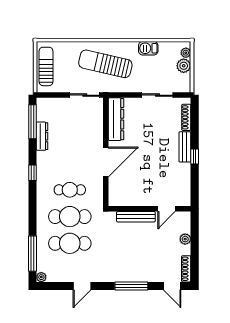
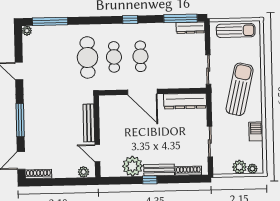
dresser: (42, 136) -> (190, 28), moved
plant: (180, 174) -> (133, 166), added
plant: (185, 239) -> (84, 172), moved
cafe table: (70, 243) -> (140, 56), moved, width x0.73, depth x0.74

